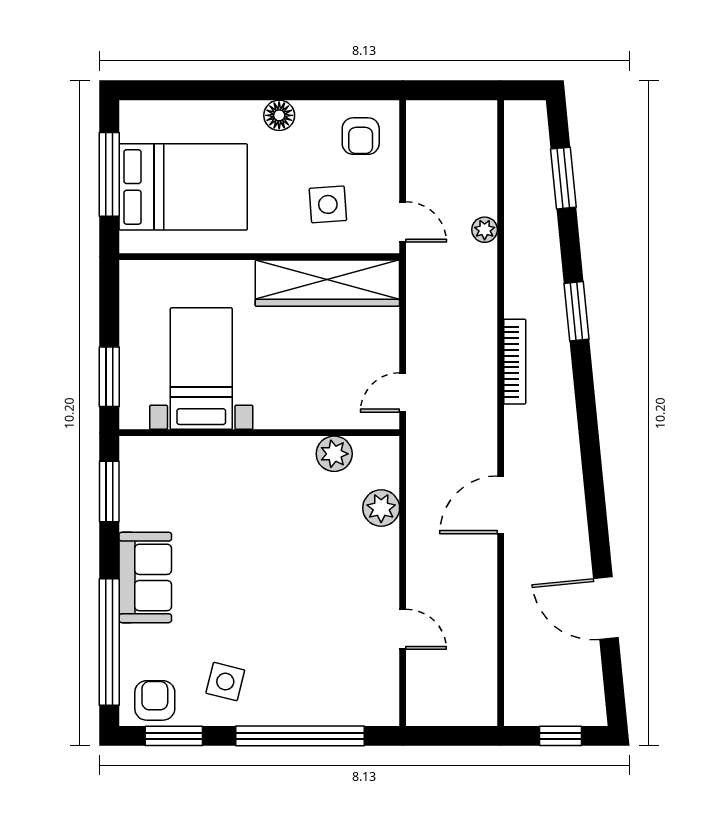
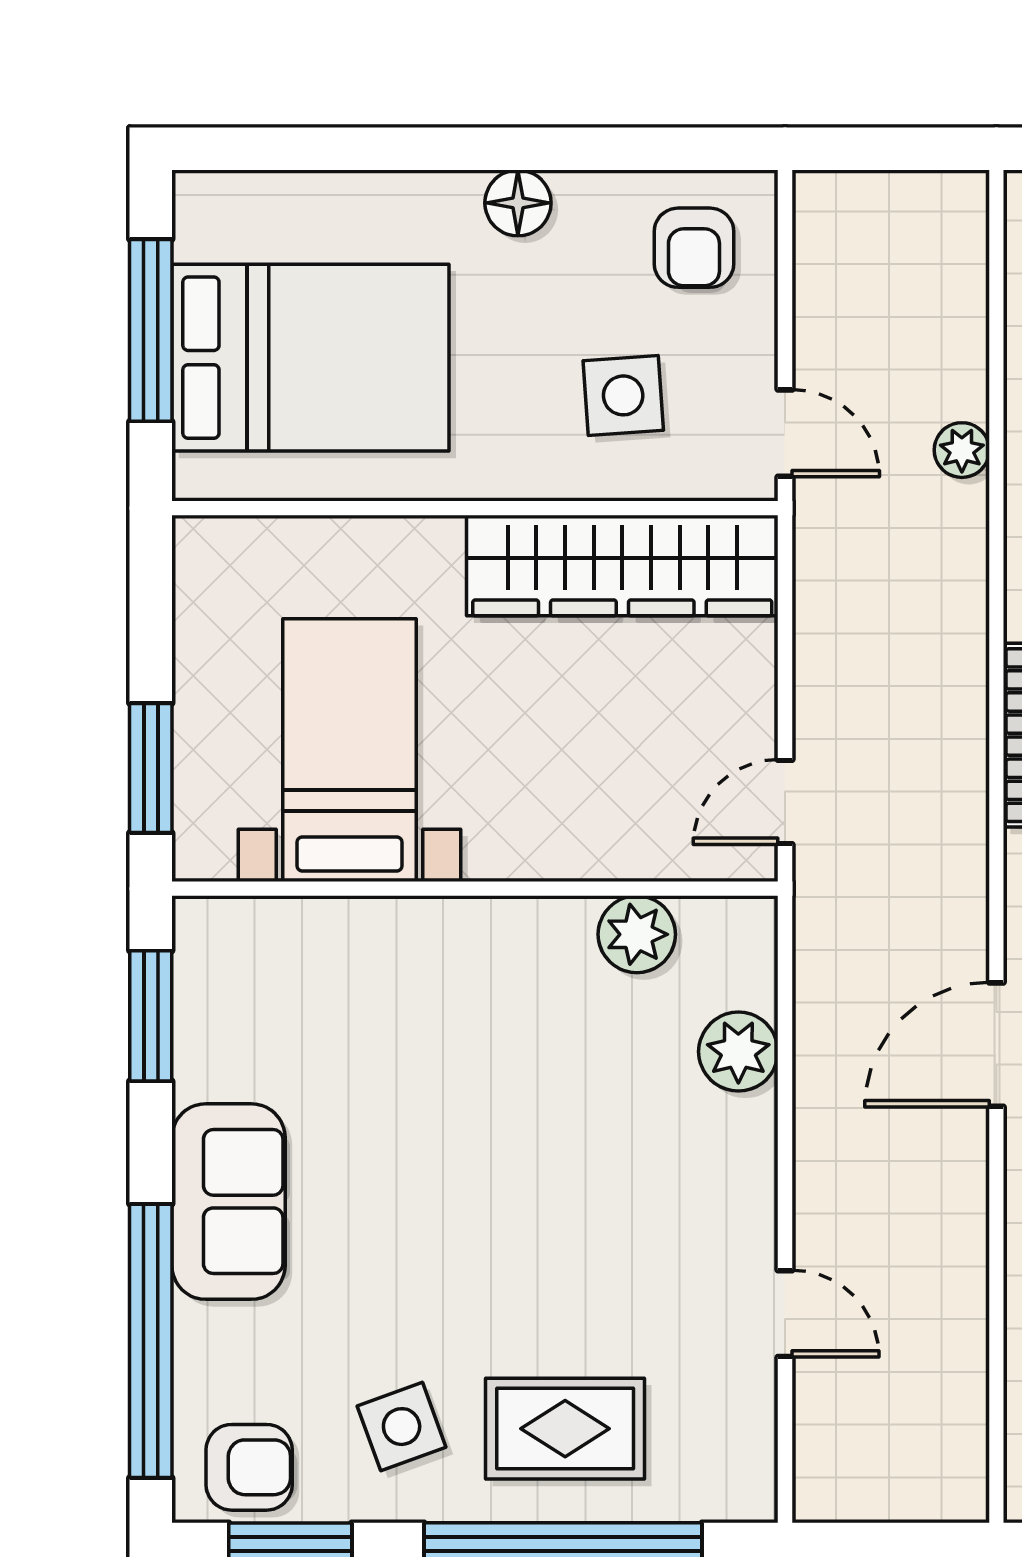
side table: (225, 682) -> (402, 1427), turned -34
rug: (301, 683) -> (565, 1429), added
armchair: (155, 700) -> (249, 1467), turned 90

